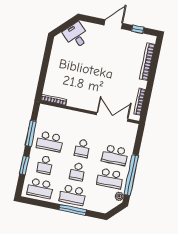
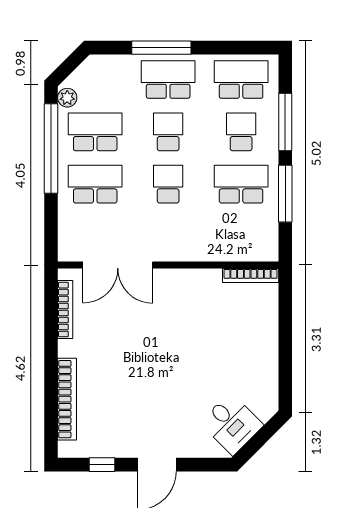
window: (24, 165) -> (285, 122), width x1.44

